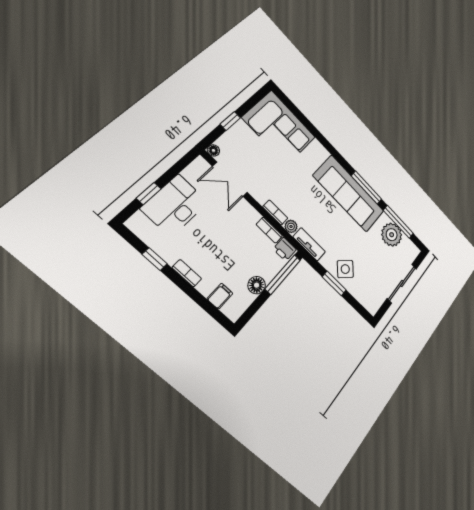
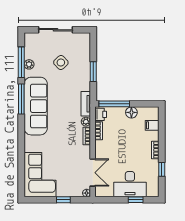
plant: (392, 235) -> (29, 64), width x0.53, depth x0.53
side table: (345, 269) -> (61, 63), moved

